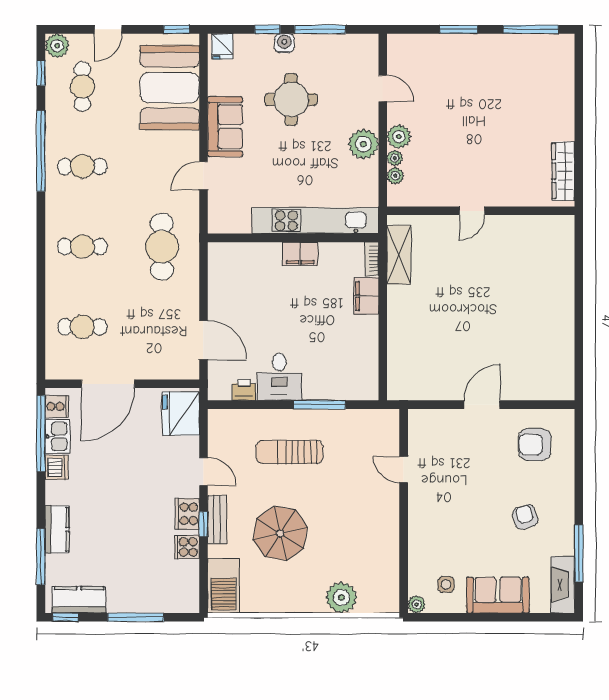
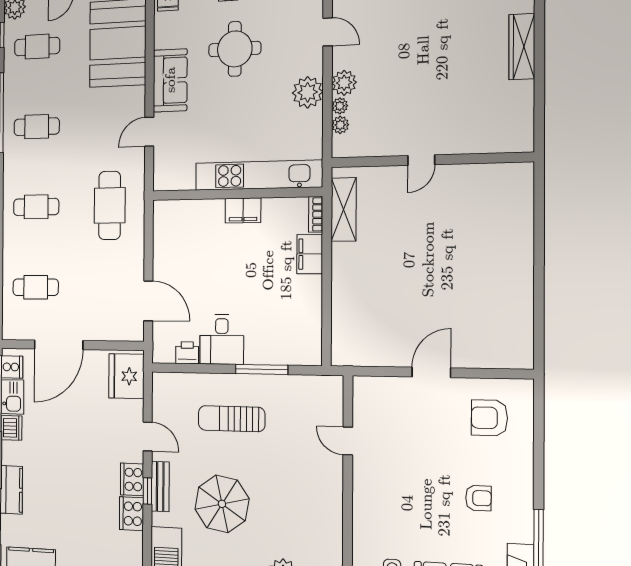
cafe table: (82, 86) -> (37, 47), turned 90
wardrobe: (563, 171) -> (522, 47), moved
armchair: (525, 517) -> (478, 498), turned 107
cooker: (187, 547) -> (131, 514), width x1.36

